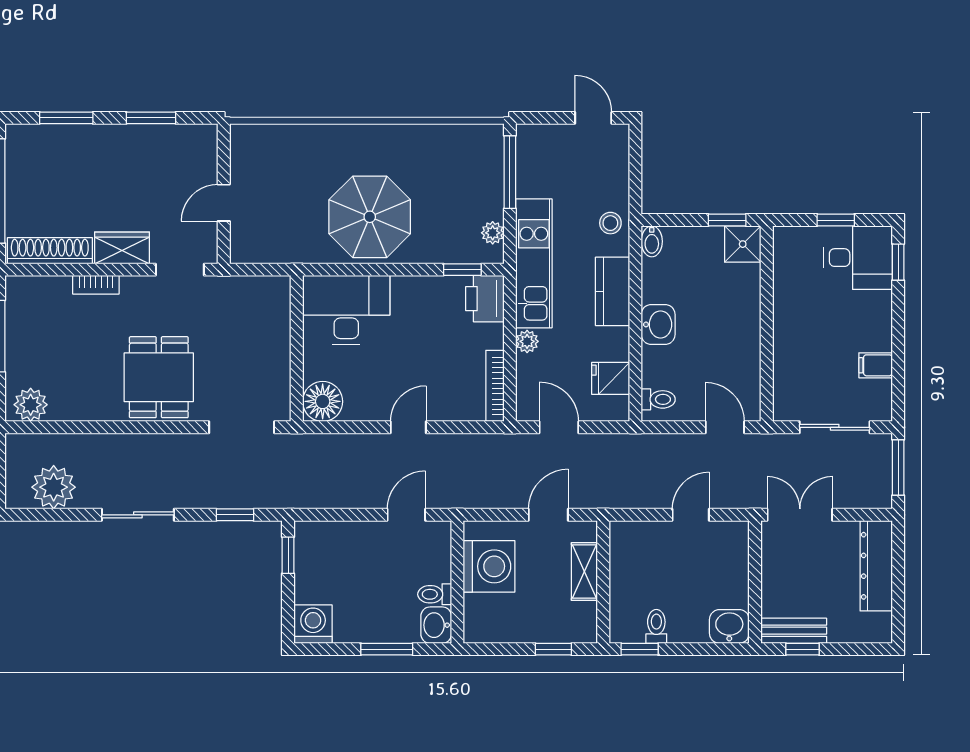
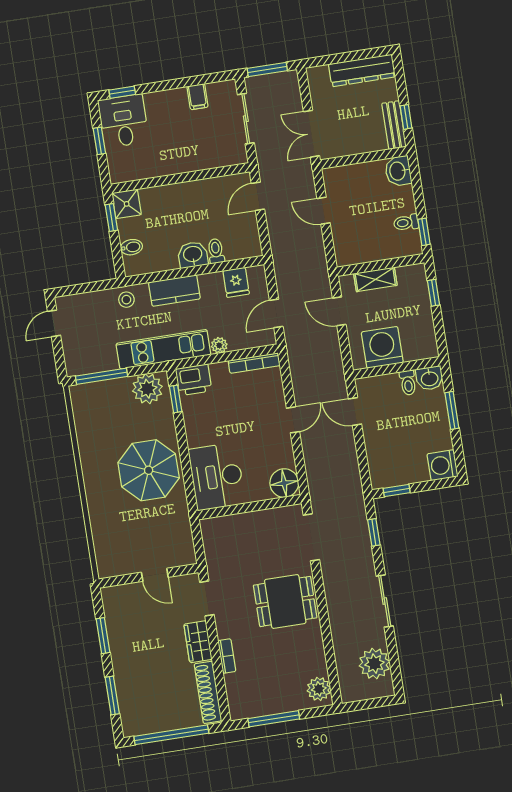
plant: (493, 233) -> (147, 389), width x1.87, depth x1.87
bidet: (652, 241) -> (131, 247), moved
toilet: (658, 399) -> (216, 251), moved
door: (408, 427) -> (293, 420), swing flipped
dresser: (876, 566) -> (362, 70), moved

